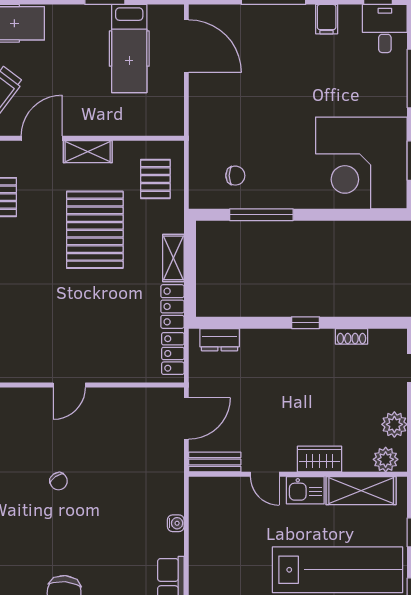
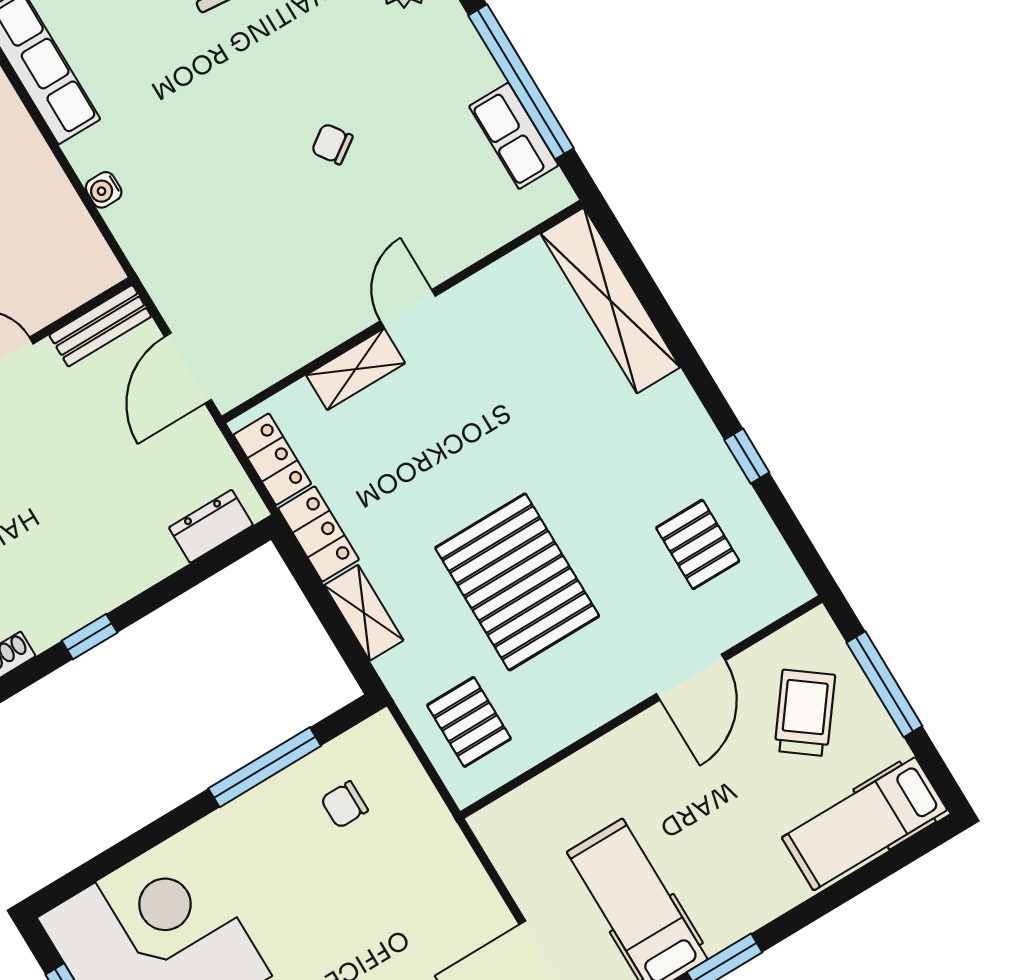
shelving: (88, 152) -> (356, 369), moved

